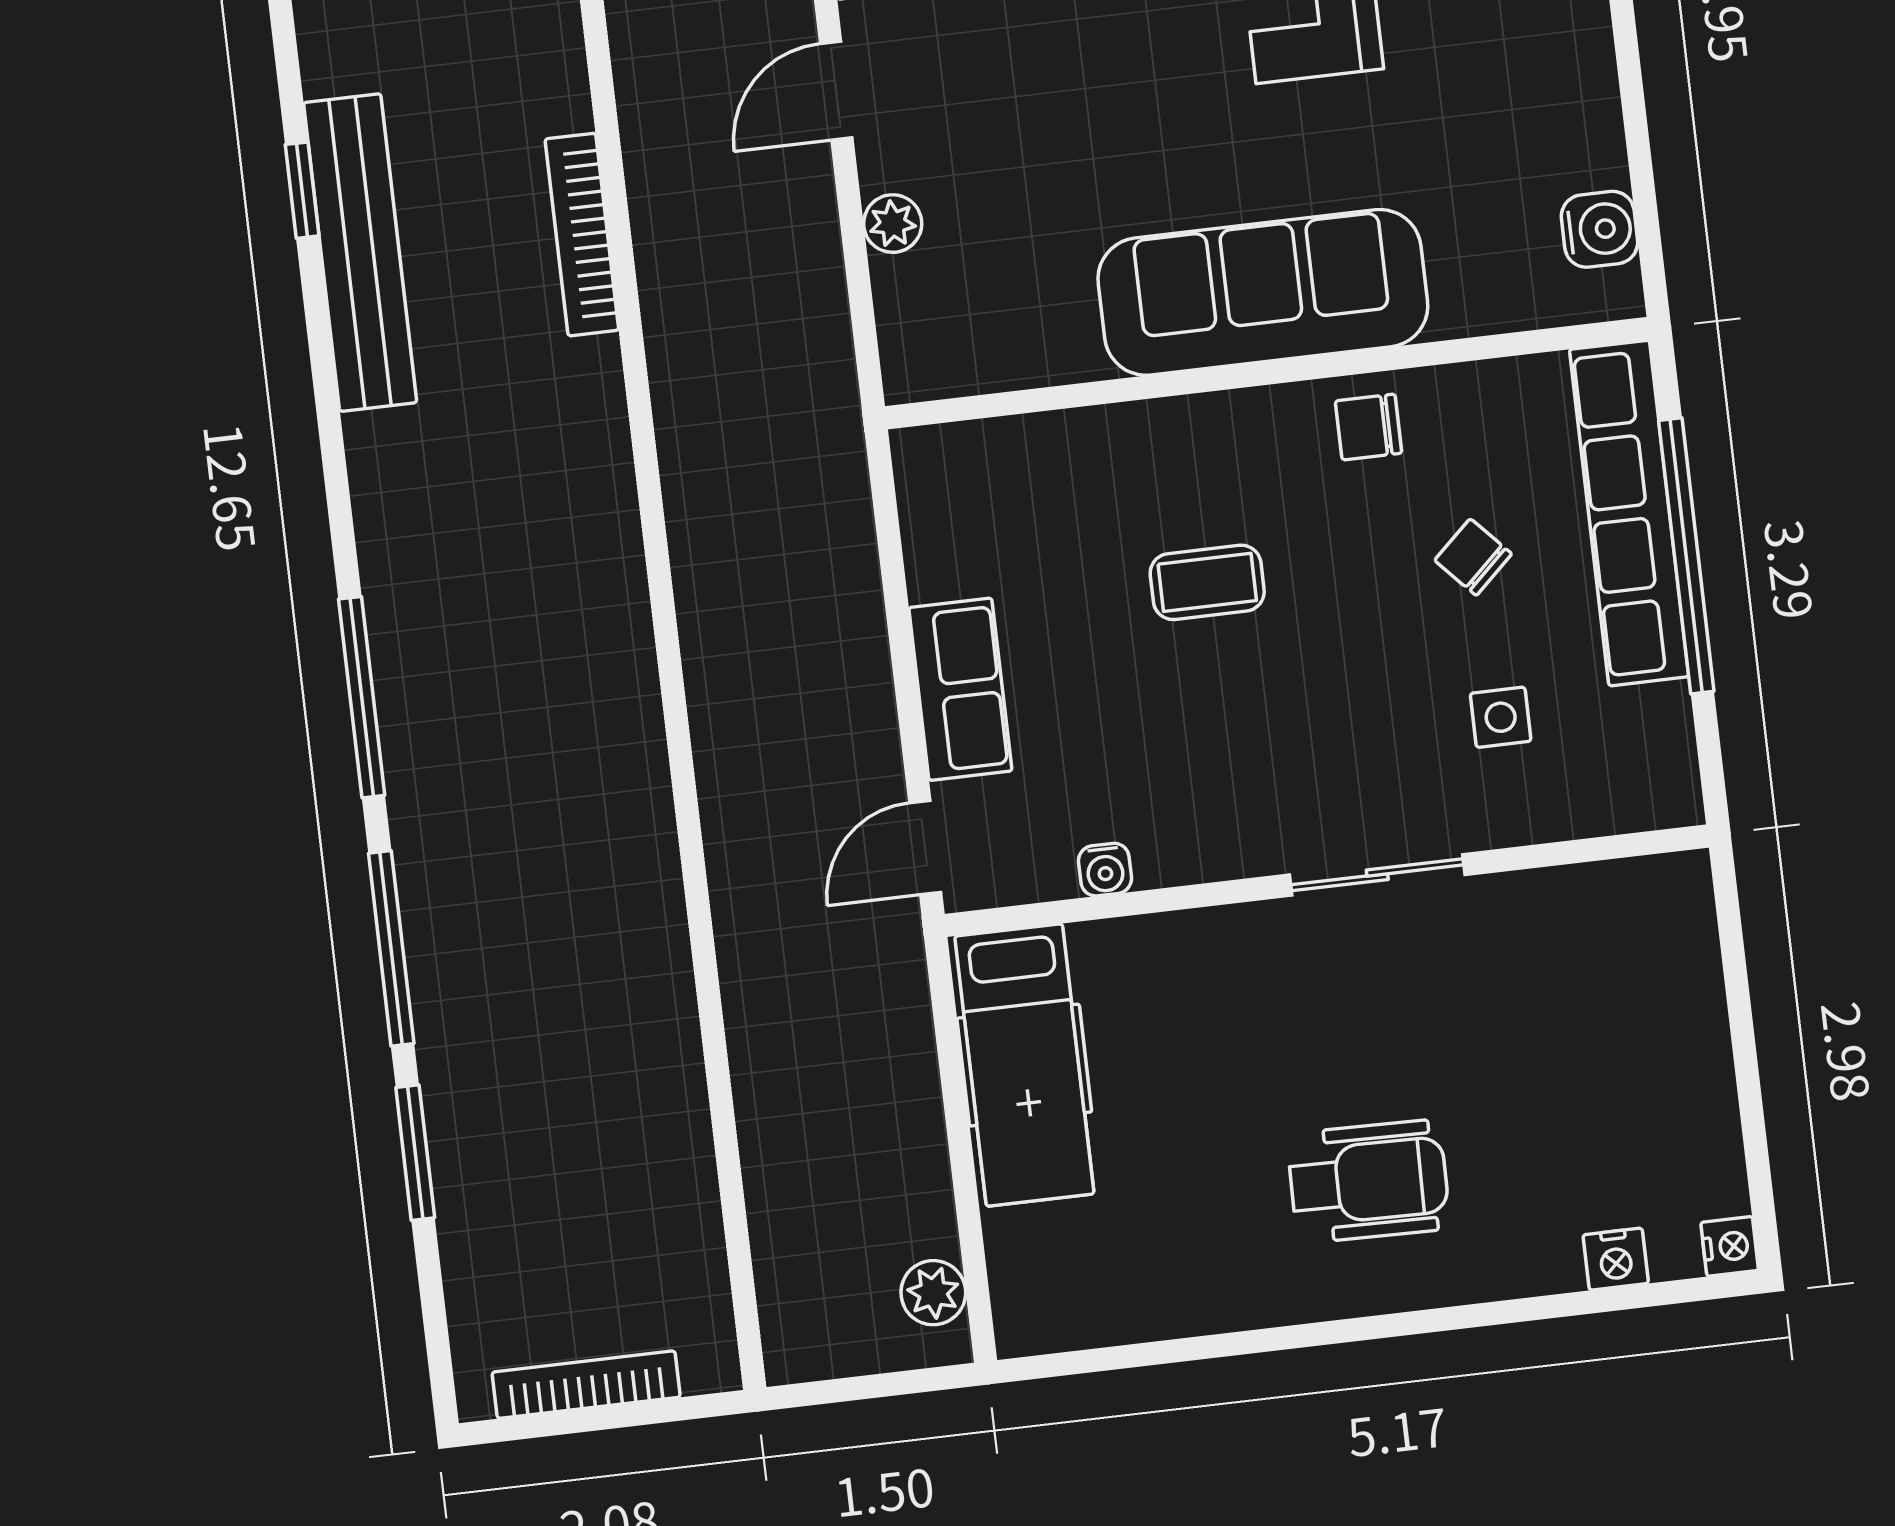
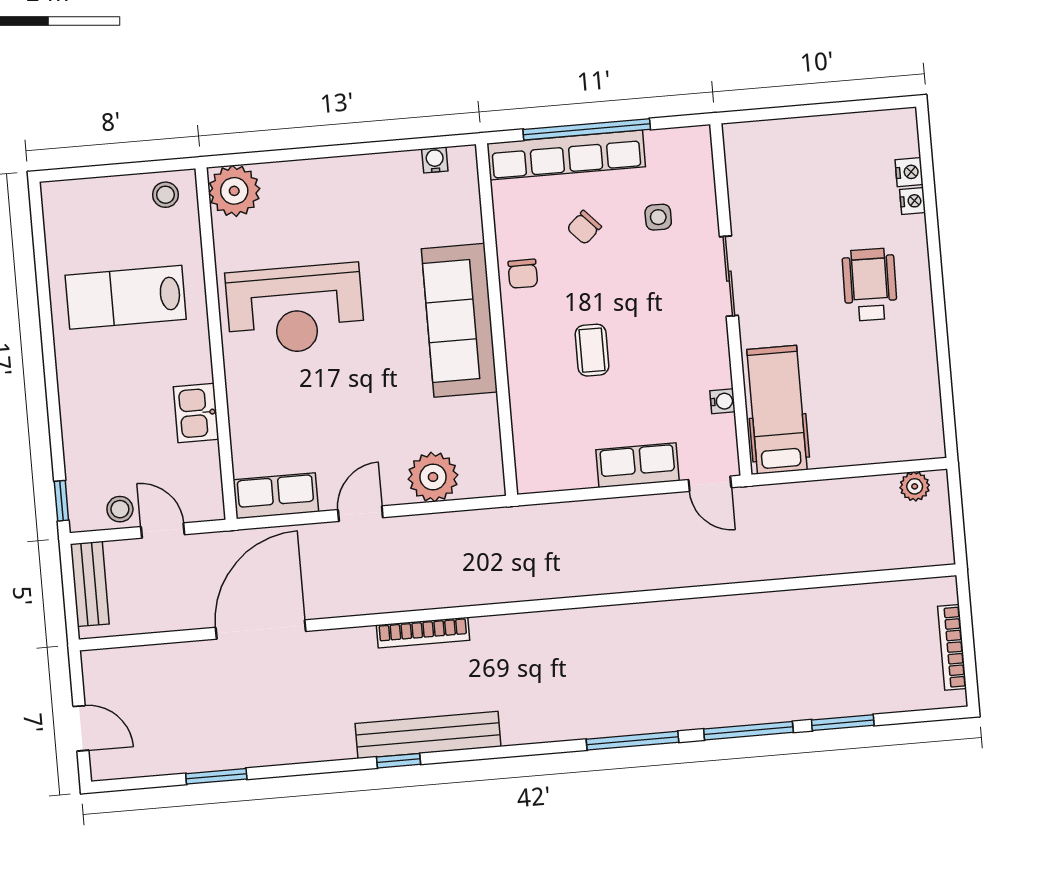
door: (836, 91) -> (360, 514), swing flipped
plant: (893, 224) -> (433, 477), width x1.88, depth x1.88
water cooler: (1599, 229) -> (435, 160), width x0.72, depth x0.72
hospital bed: (1024, 1065) -> (777, 410), moved, turned -90
nightstand: (1730, 1246) -> (913, 201), moved, turned 90

